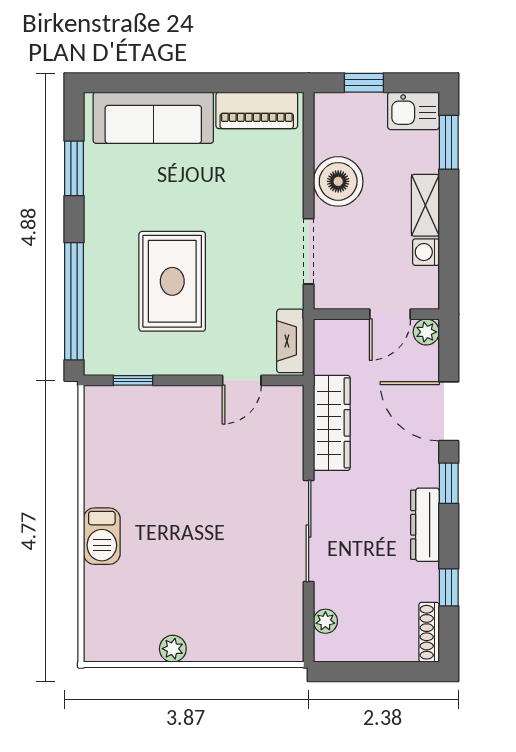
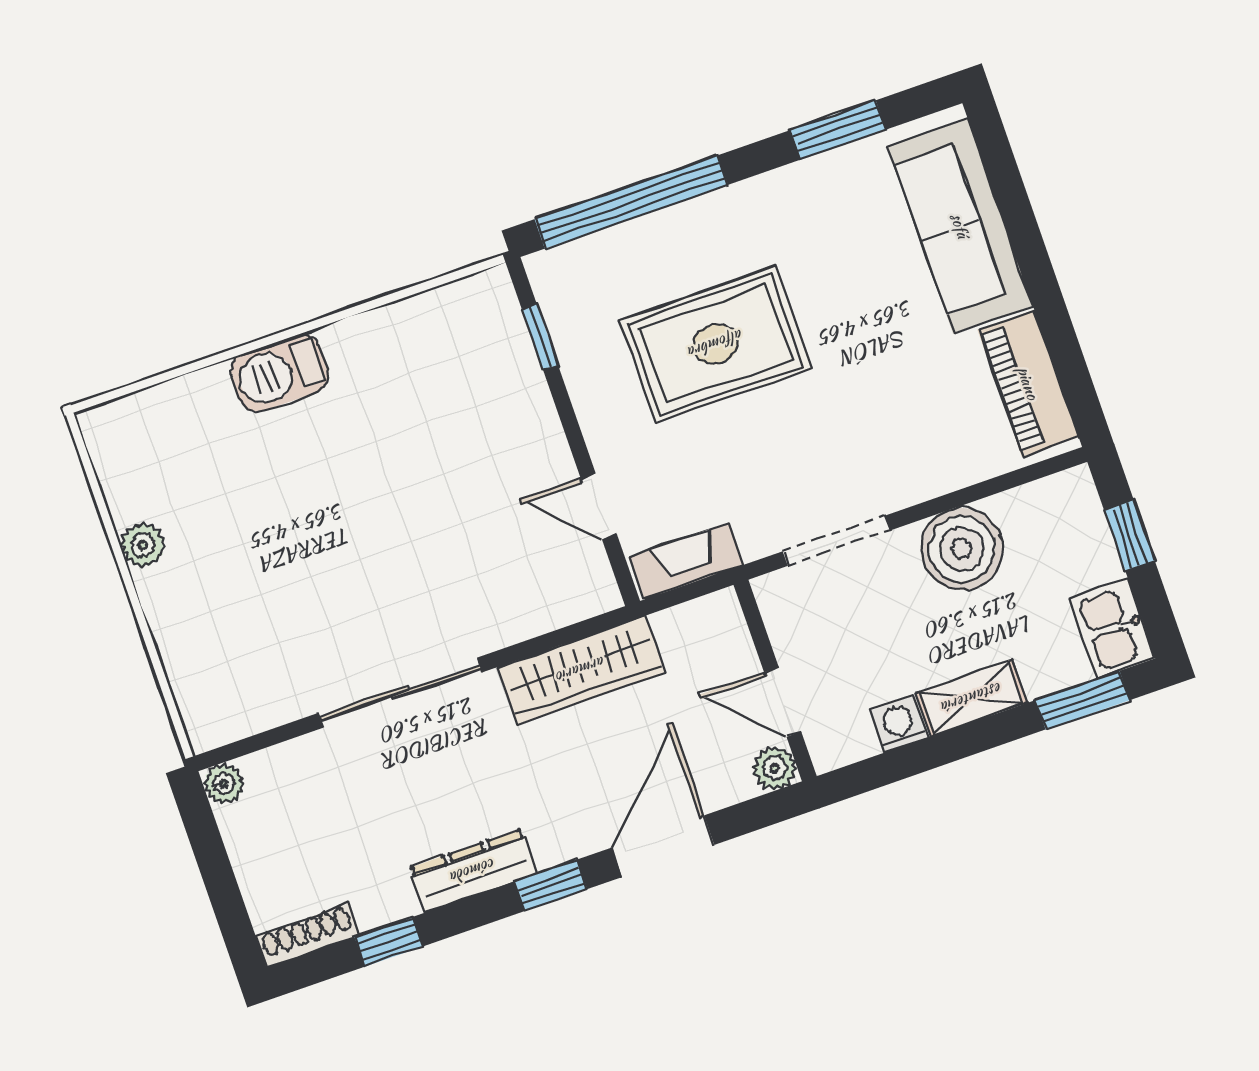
plant: (325, 621) -> (224, 784), moved

